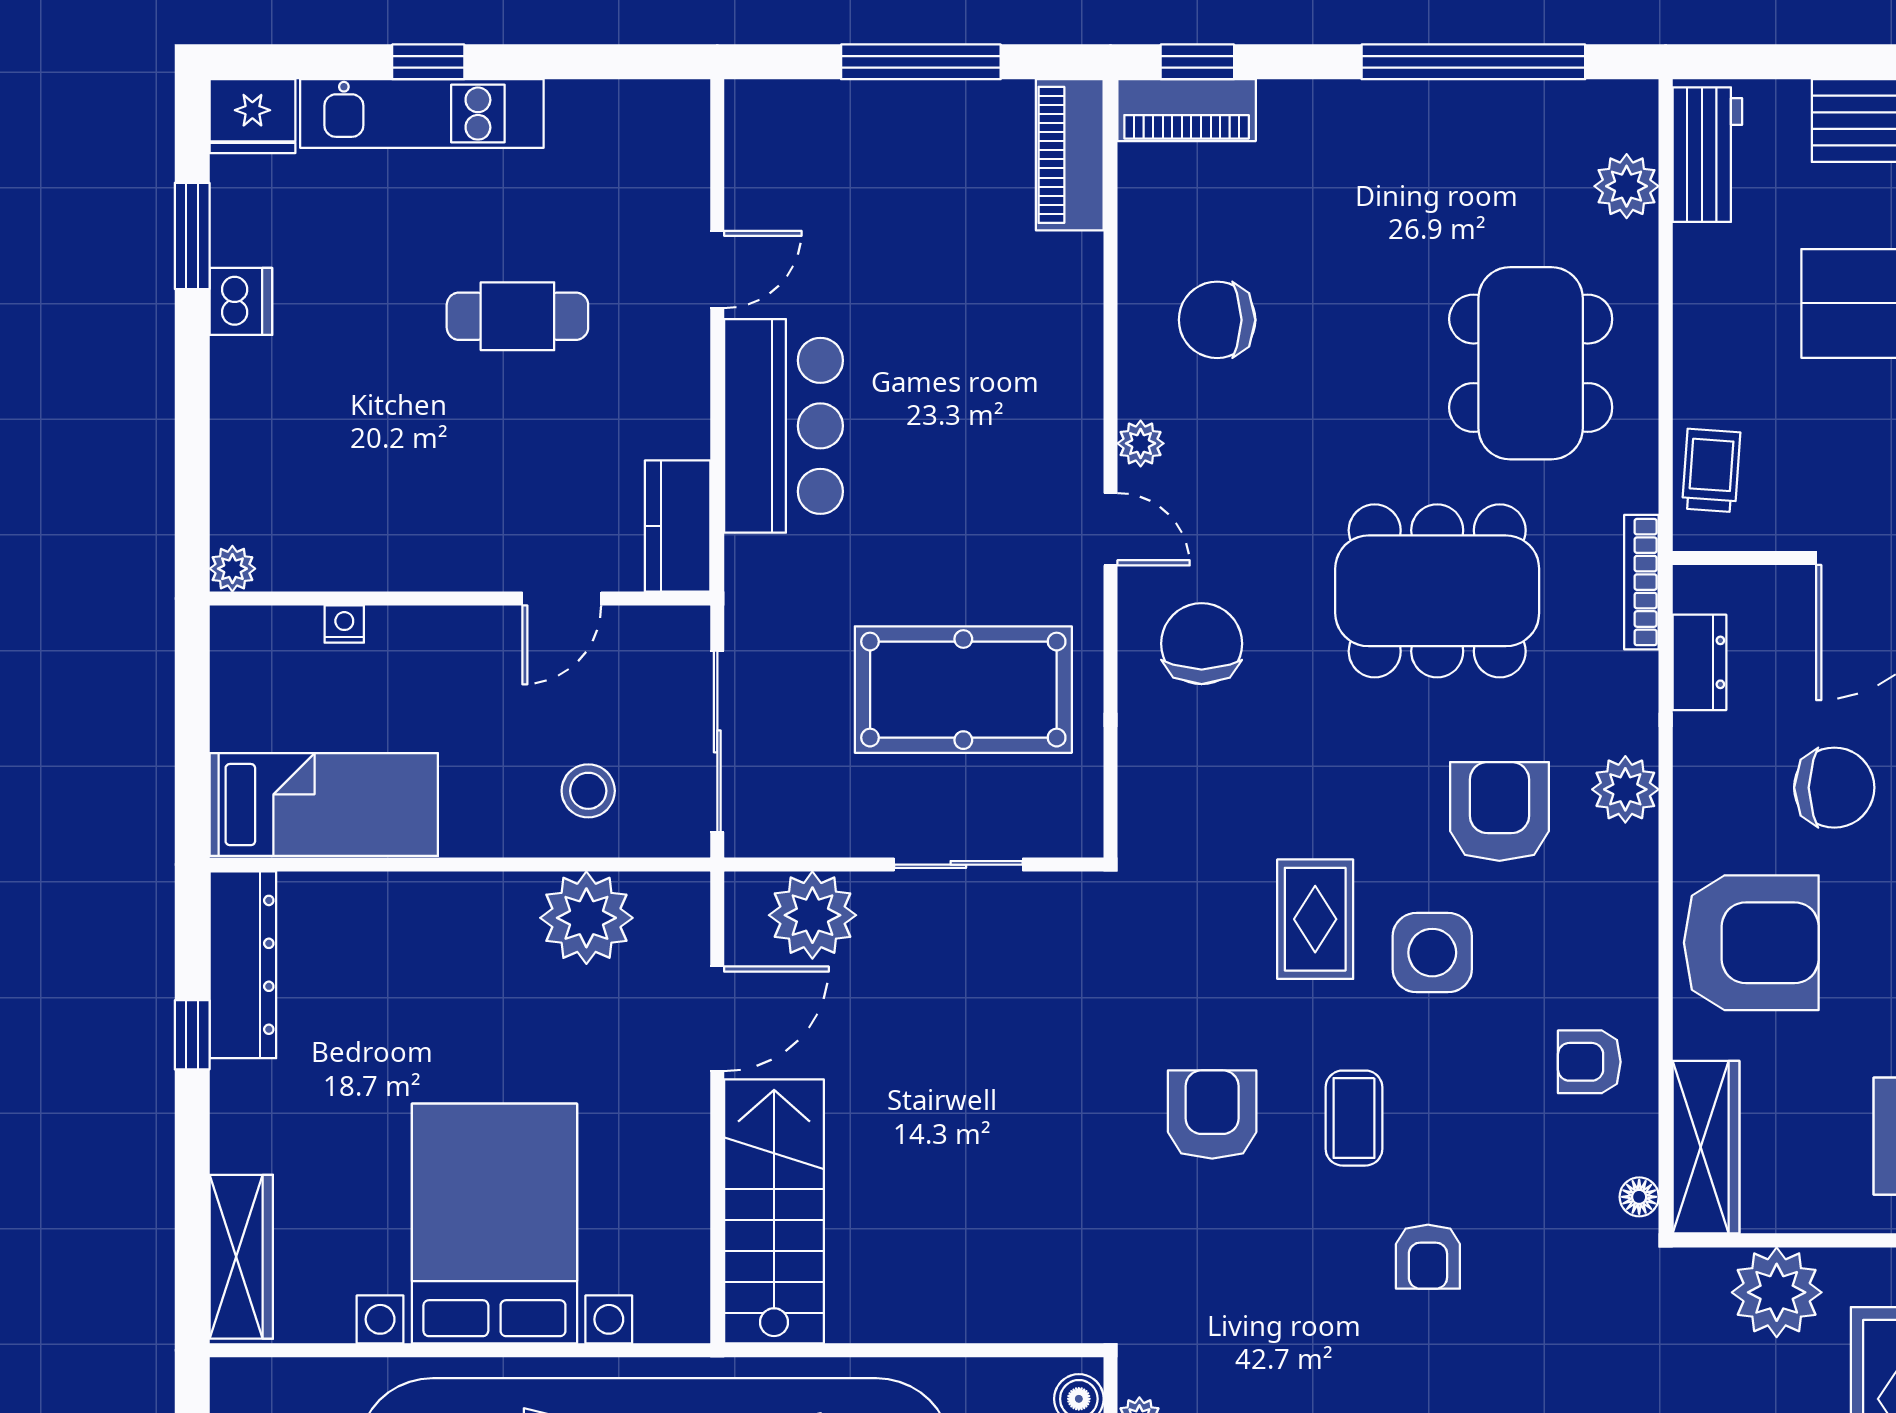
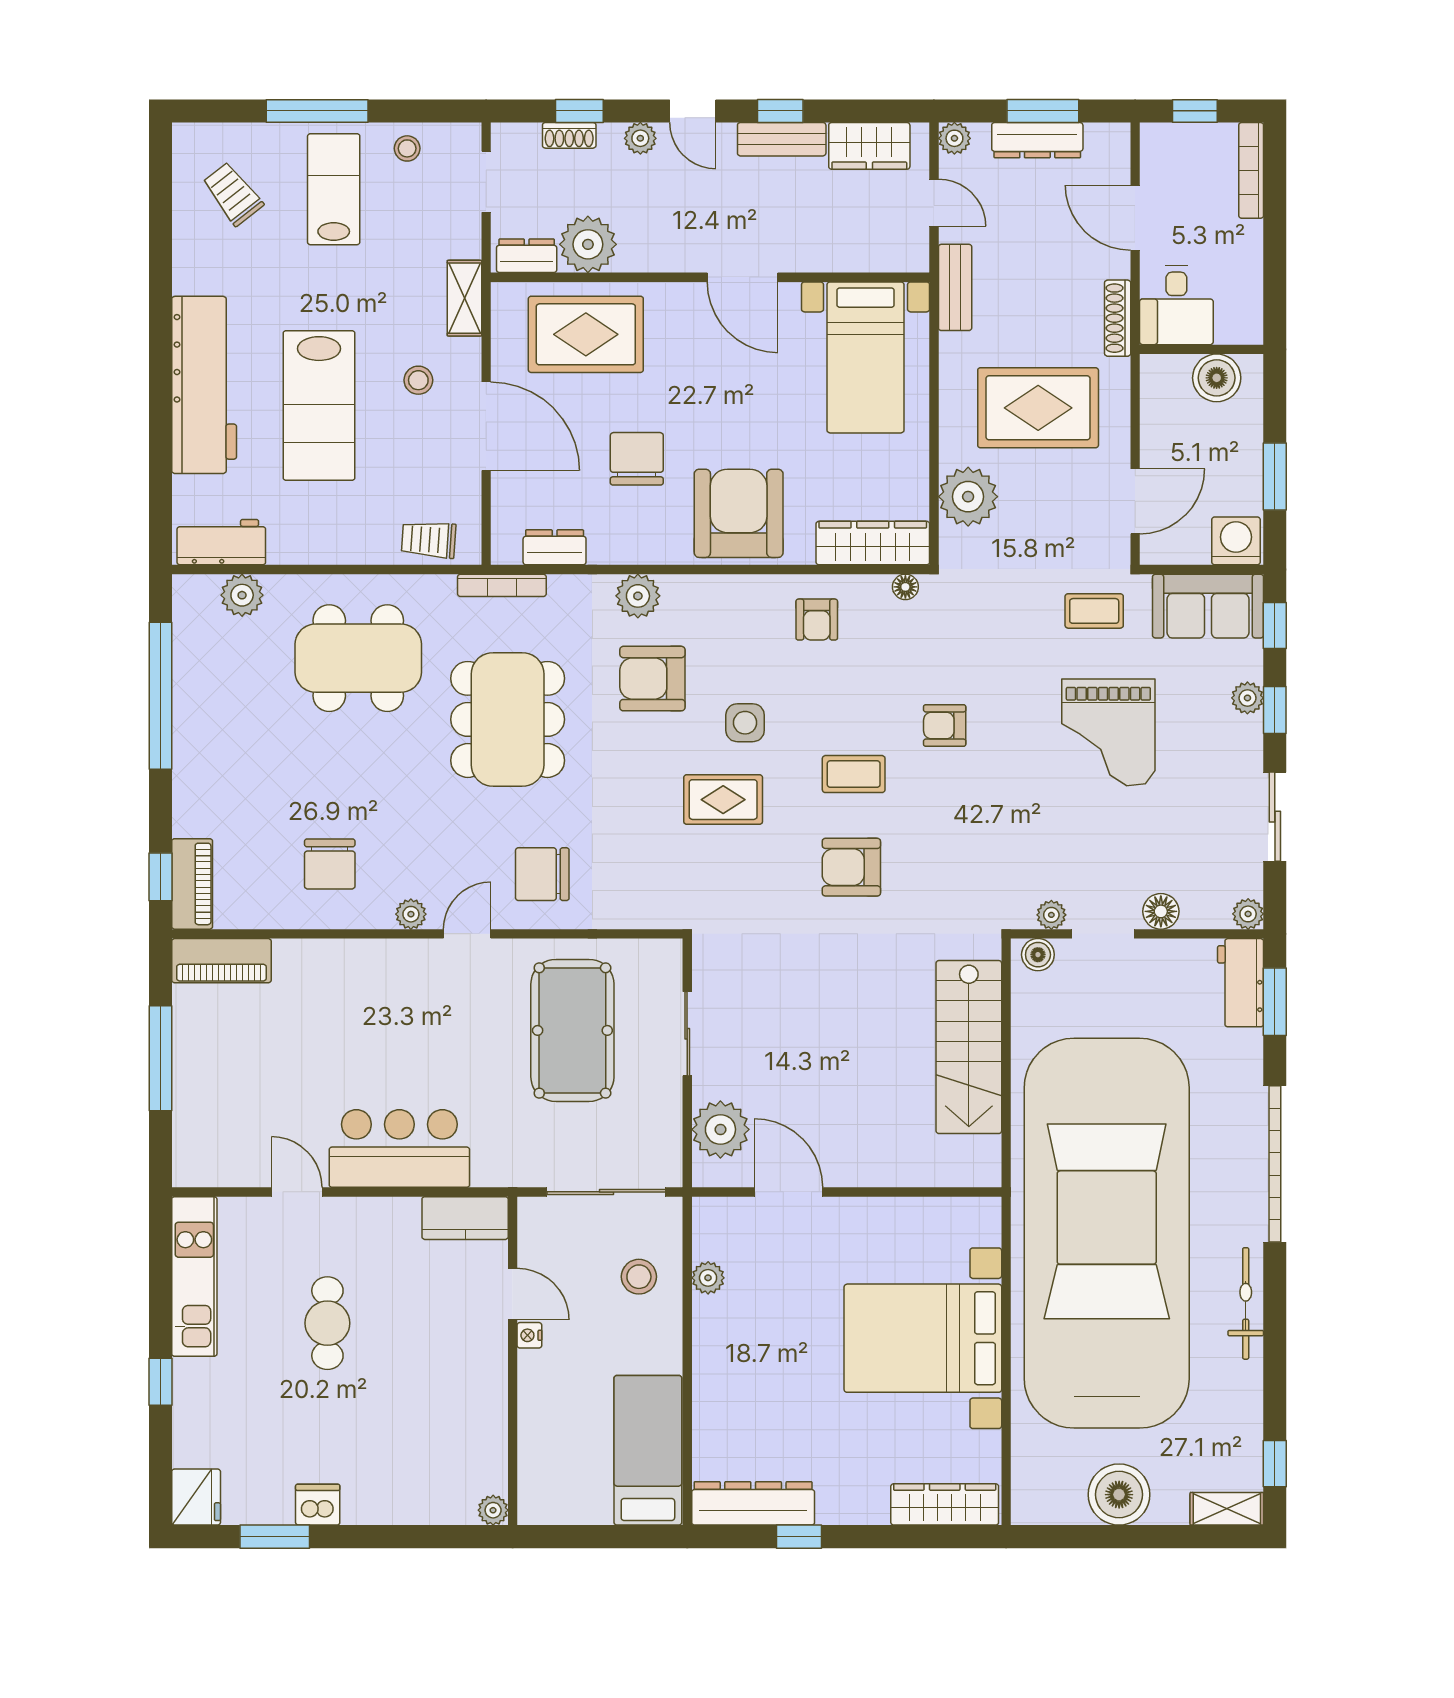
kitchen unit: (422, 114) -> (194, 1277), moved
nightstand: (344, 624) -> (529, 1335), moved
plant: (586, 918) -> (708, 1278), width x0.53, depth x0.53
side table: (1432, 953) -> (745, 723), width x0.73, depth x0.73
stairs: (774, 1211) -> (969, 1047), moved, turned -90
armchair: (1428, 1257) -> (945, 726), turned 180

